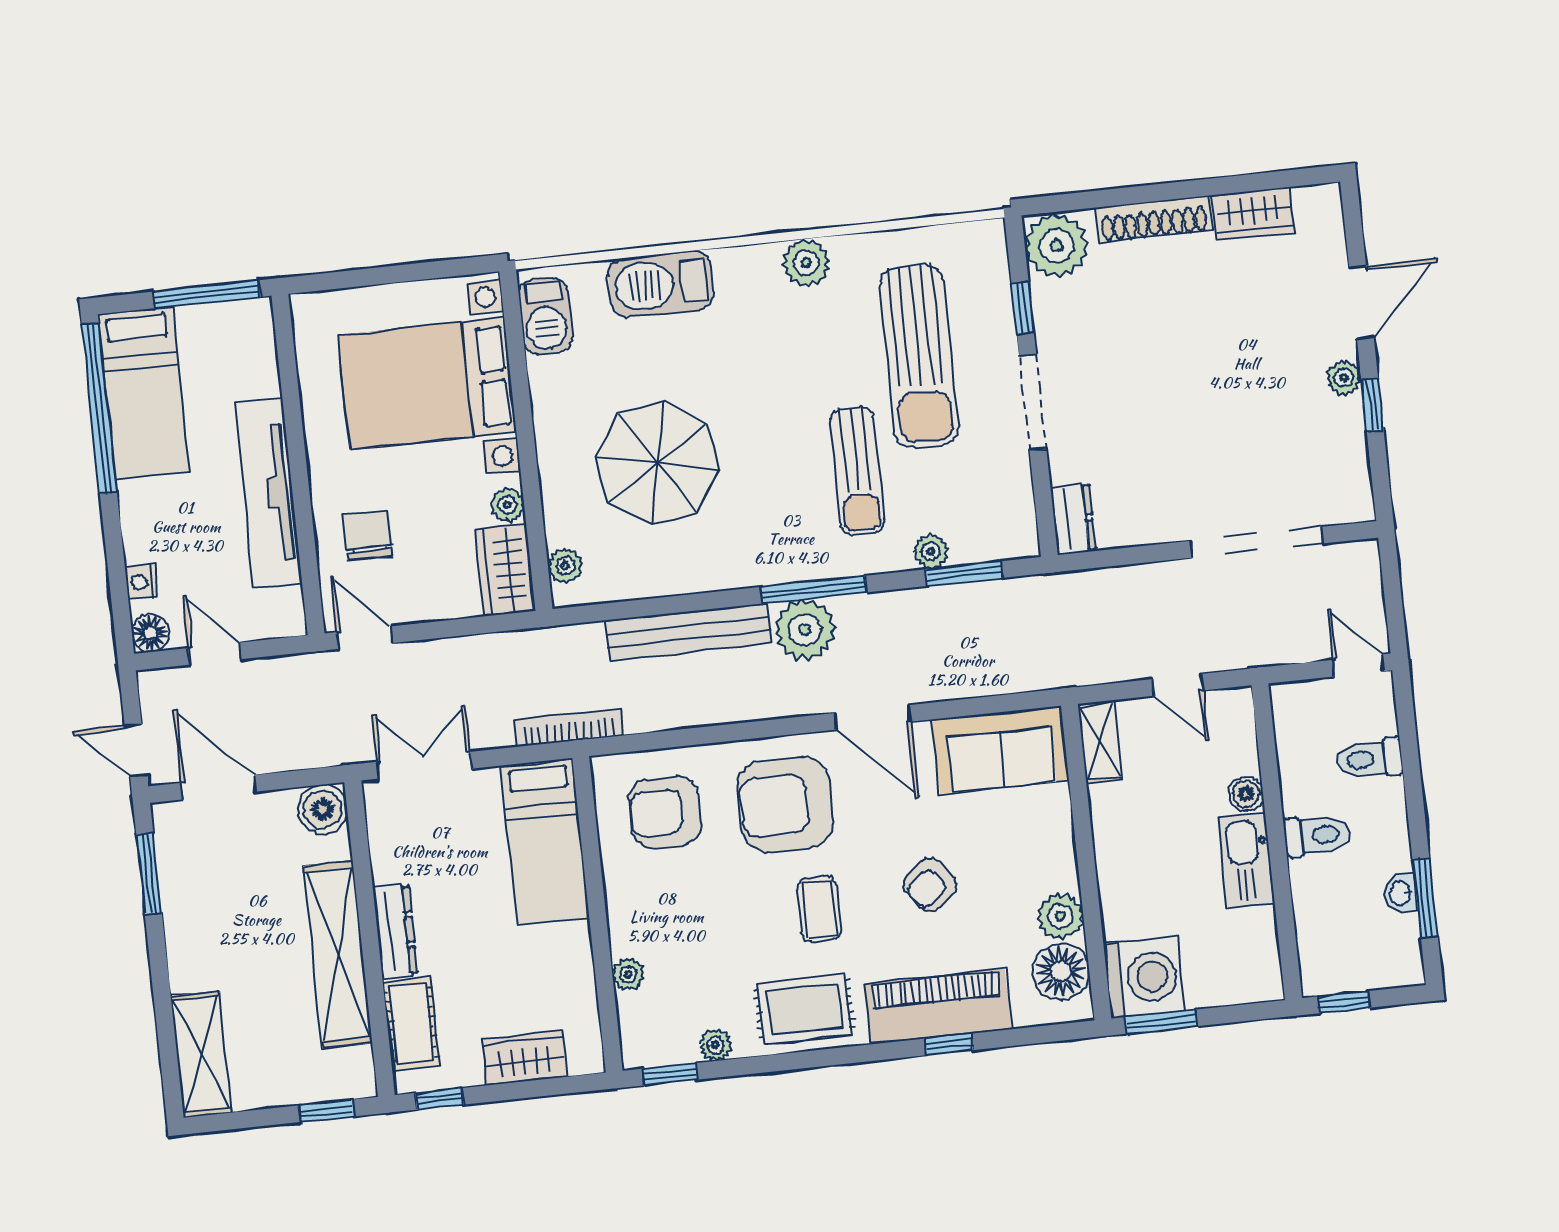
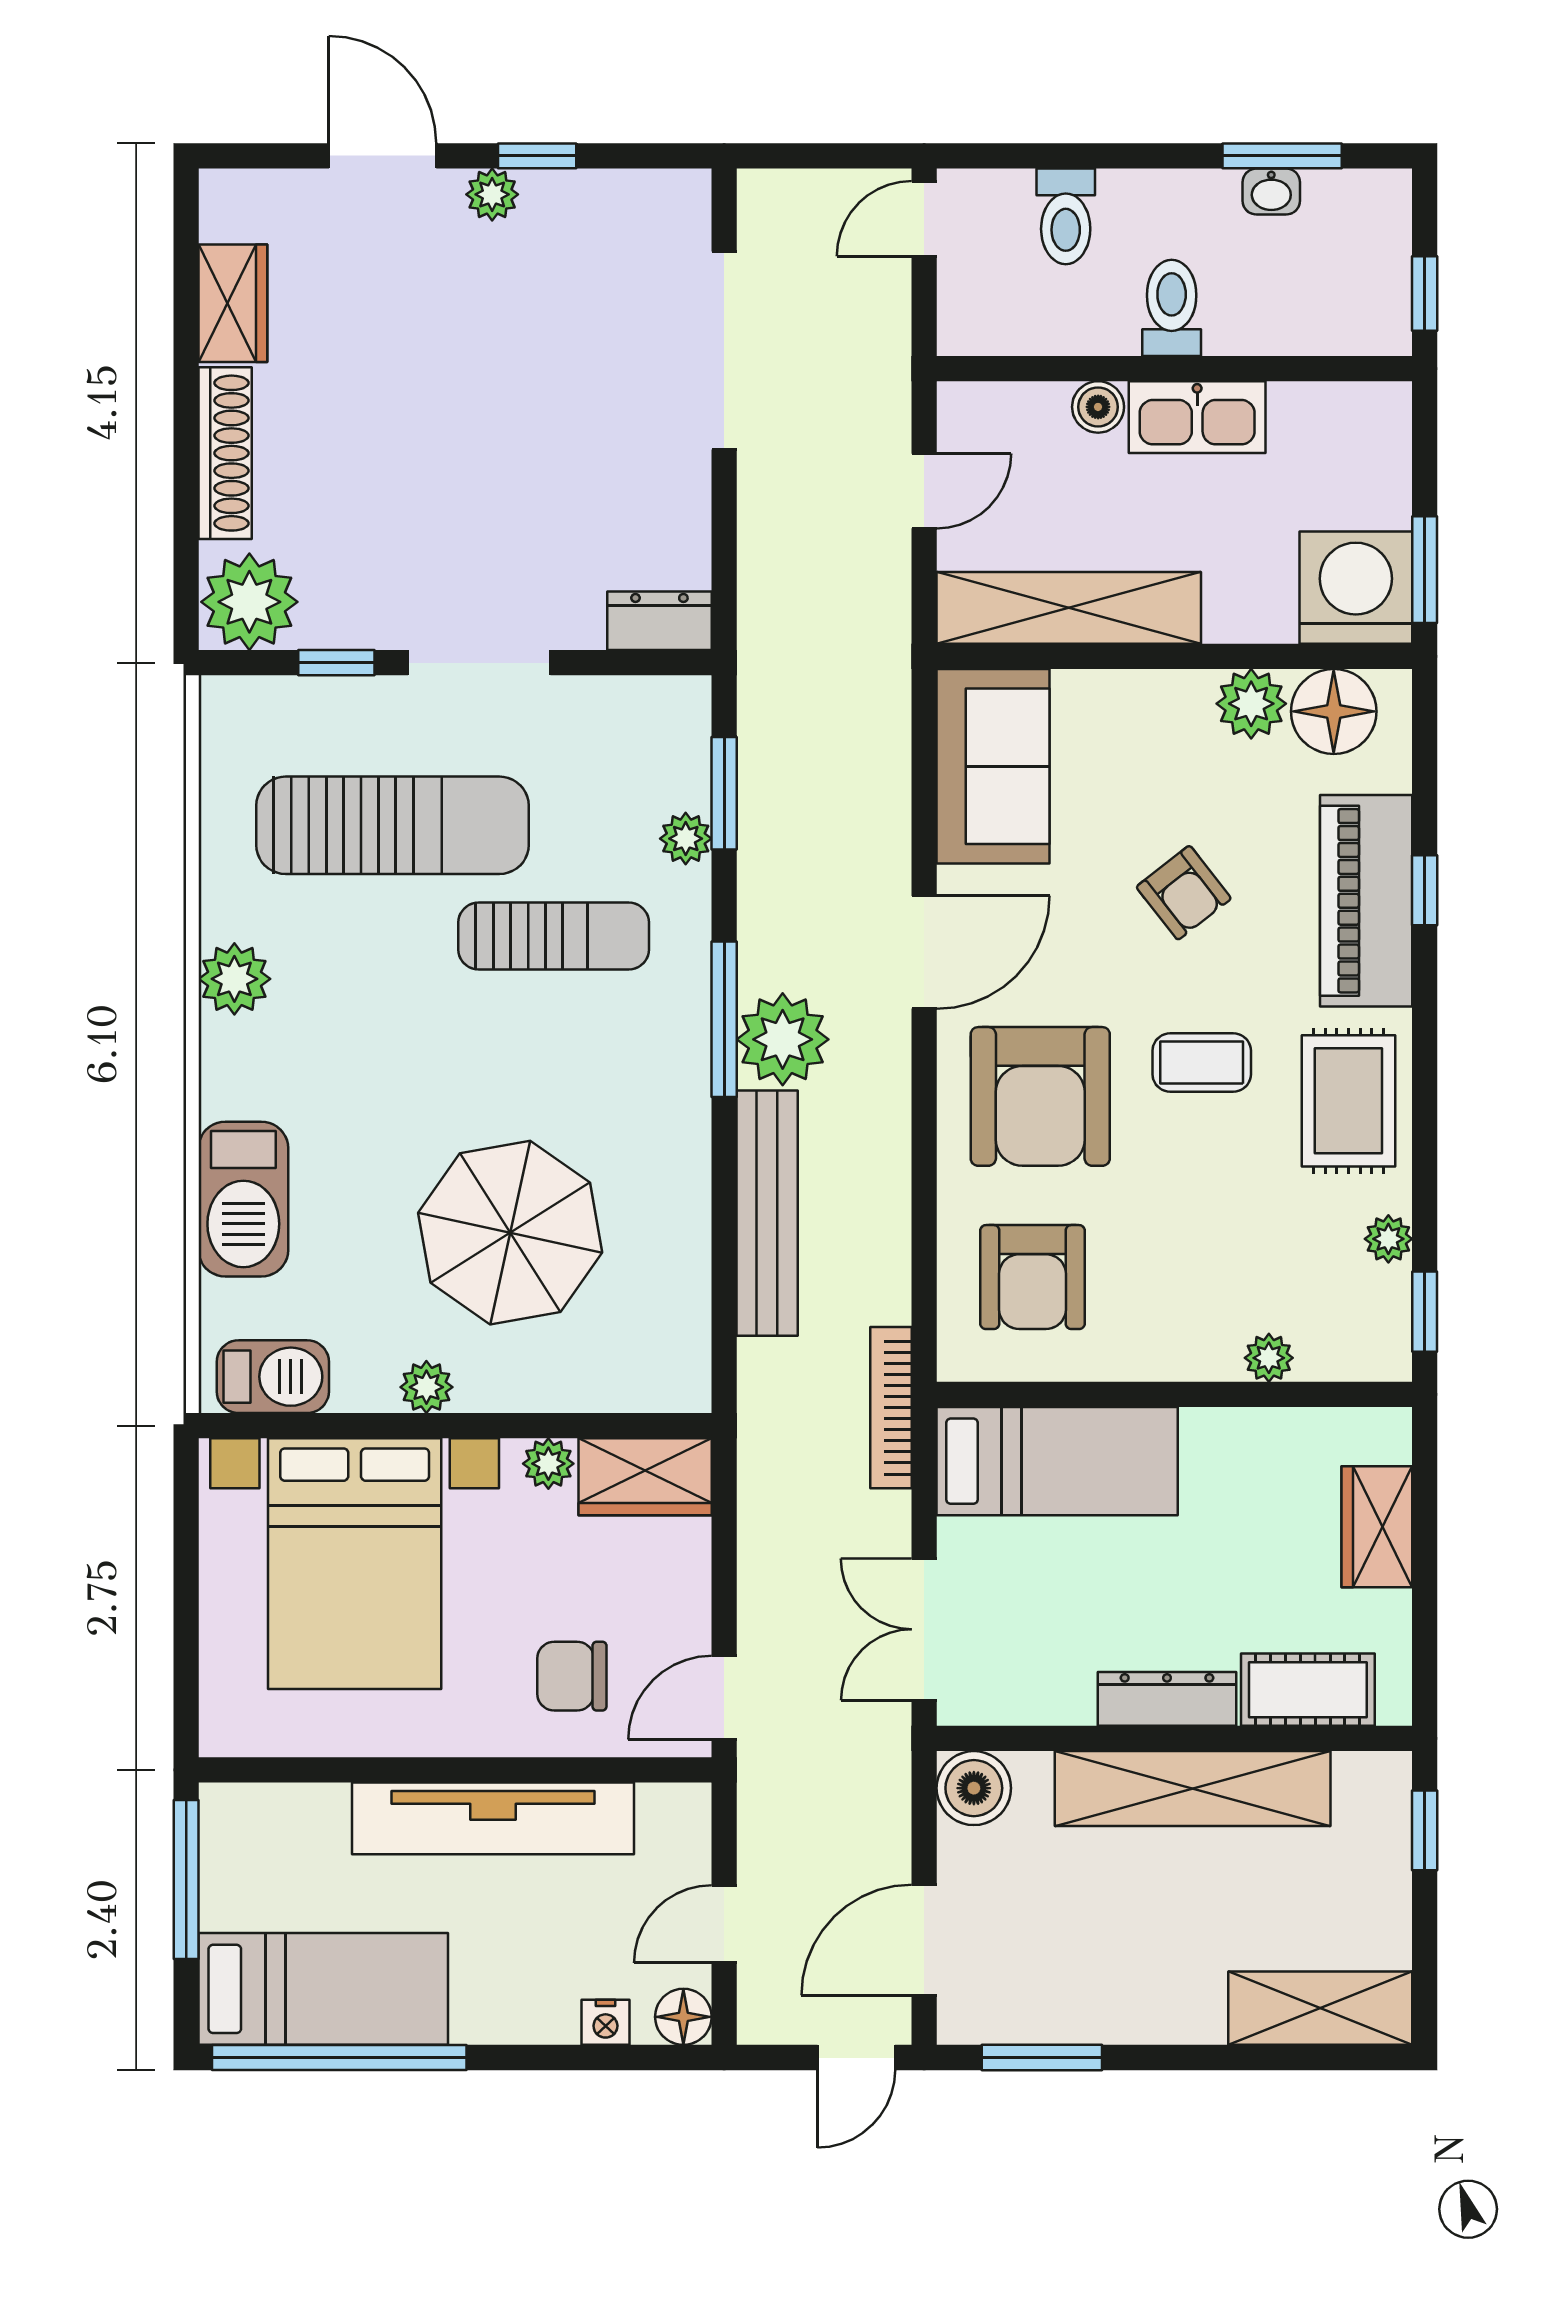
plant: (565, 566) -> (426, 1387), moved
shelving: (1100, 742) -> (1069, 608), width x2.20, depth x1.33
window: (439, 1099) -> (1425, 1660), removed

